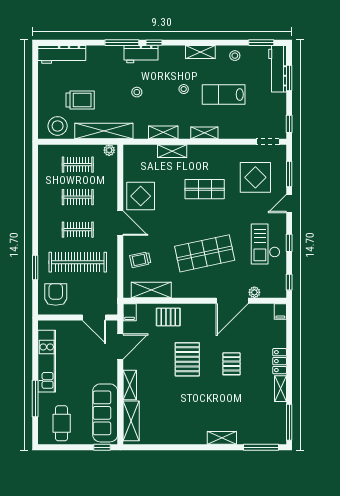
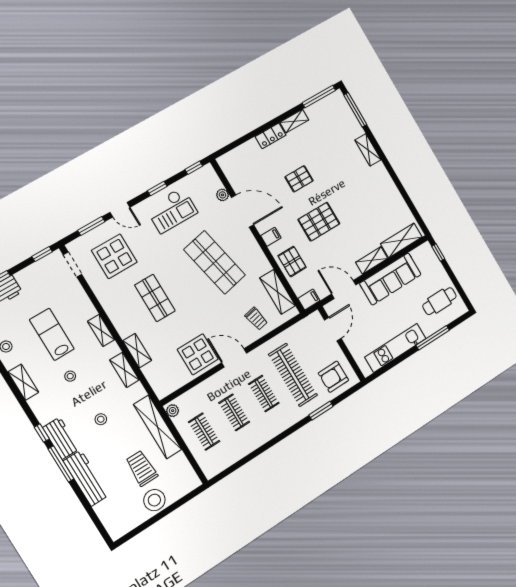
workbench: (62, 54) -> (86, 478), moved
lab bench: (224, 94) -> (52, 334), turned 180
stool: (58, 126) -> (154, 500), moved
door: (120, 223) -> (234, 358), hinge flipped
filing cabinet: (280, 312) -> (271, 237), moved
sofa: (105, 413) -> (390, 279), moved

